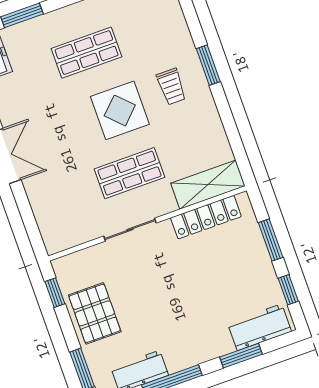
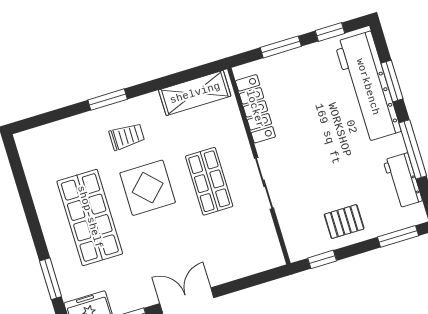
shop shelf: (87, 53) -> (90, 217), width x1.43, depth x1.36
shelving: (208, 185) -> (195, 93), moved, turned 90
pallet: (95, 313) -> (344, 222), width x0.67, depth x0.71
workbench: (259, 327) -> (368, 87), width x1.88, depth x1.32

